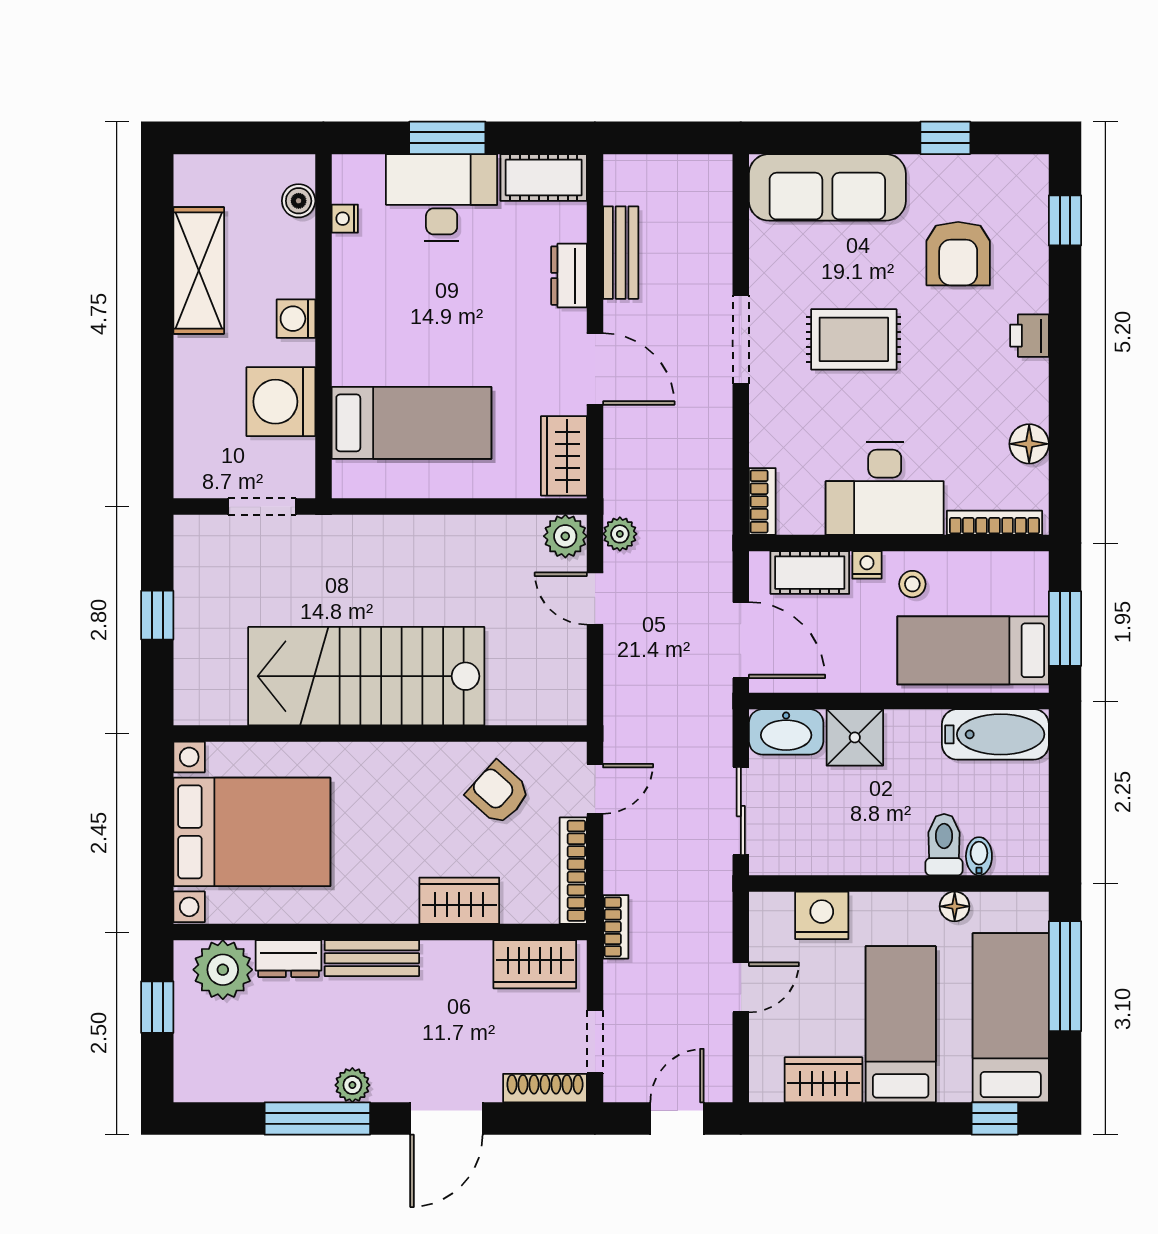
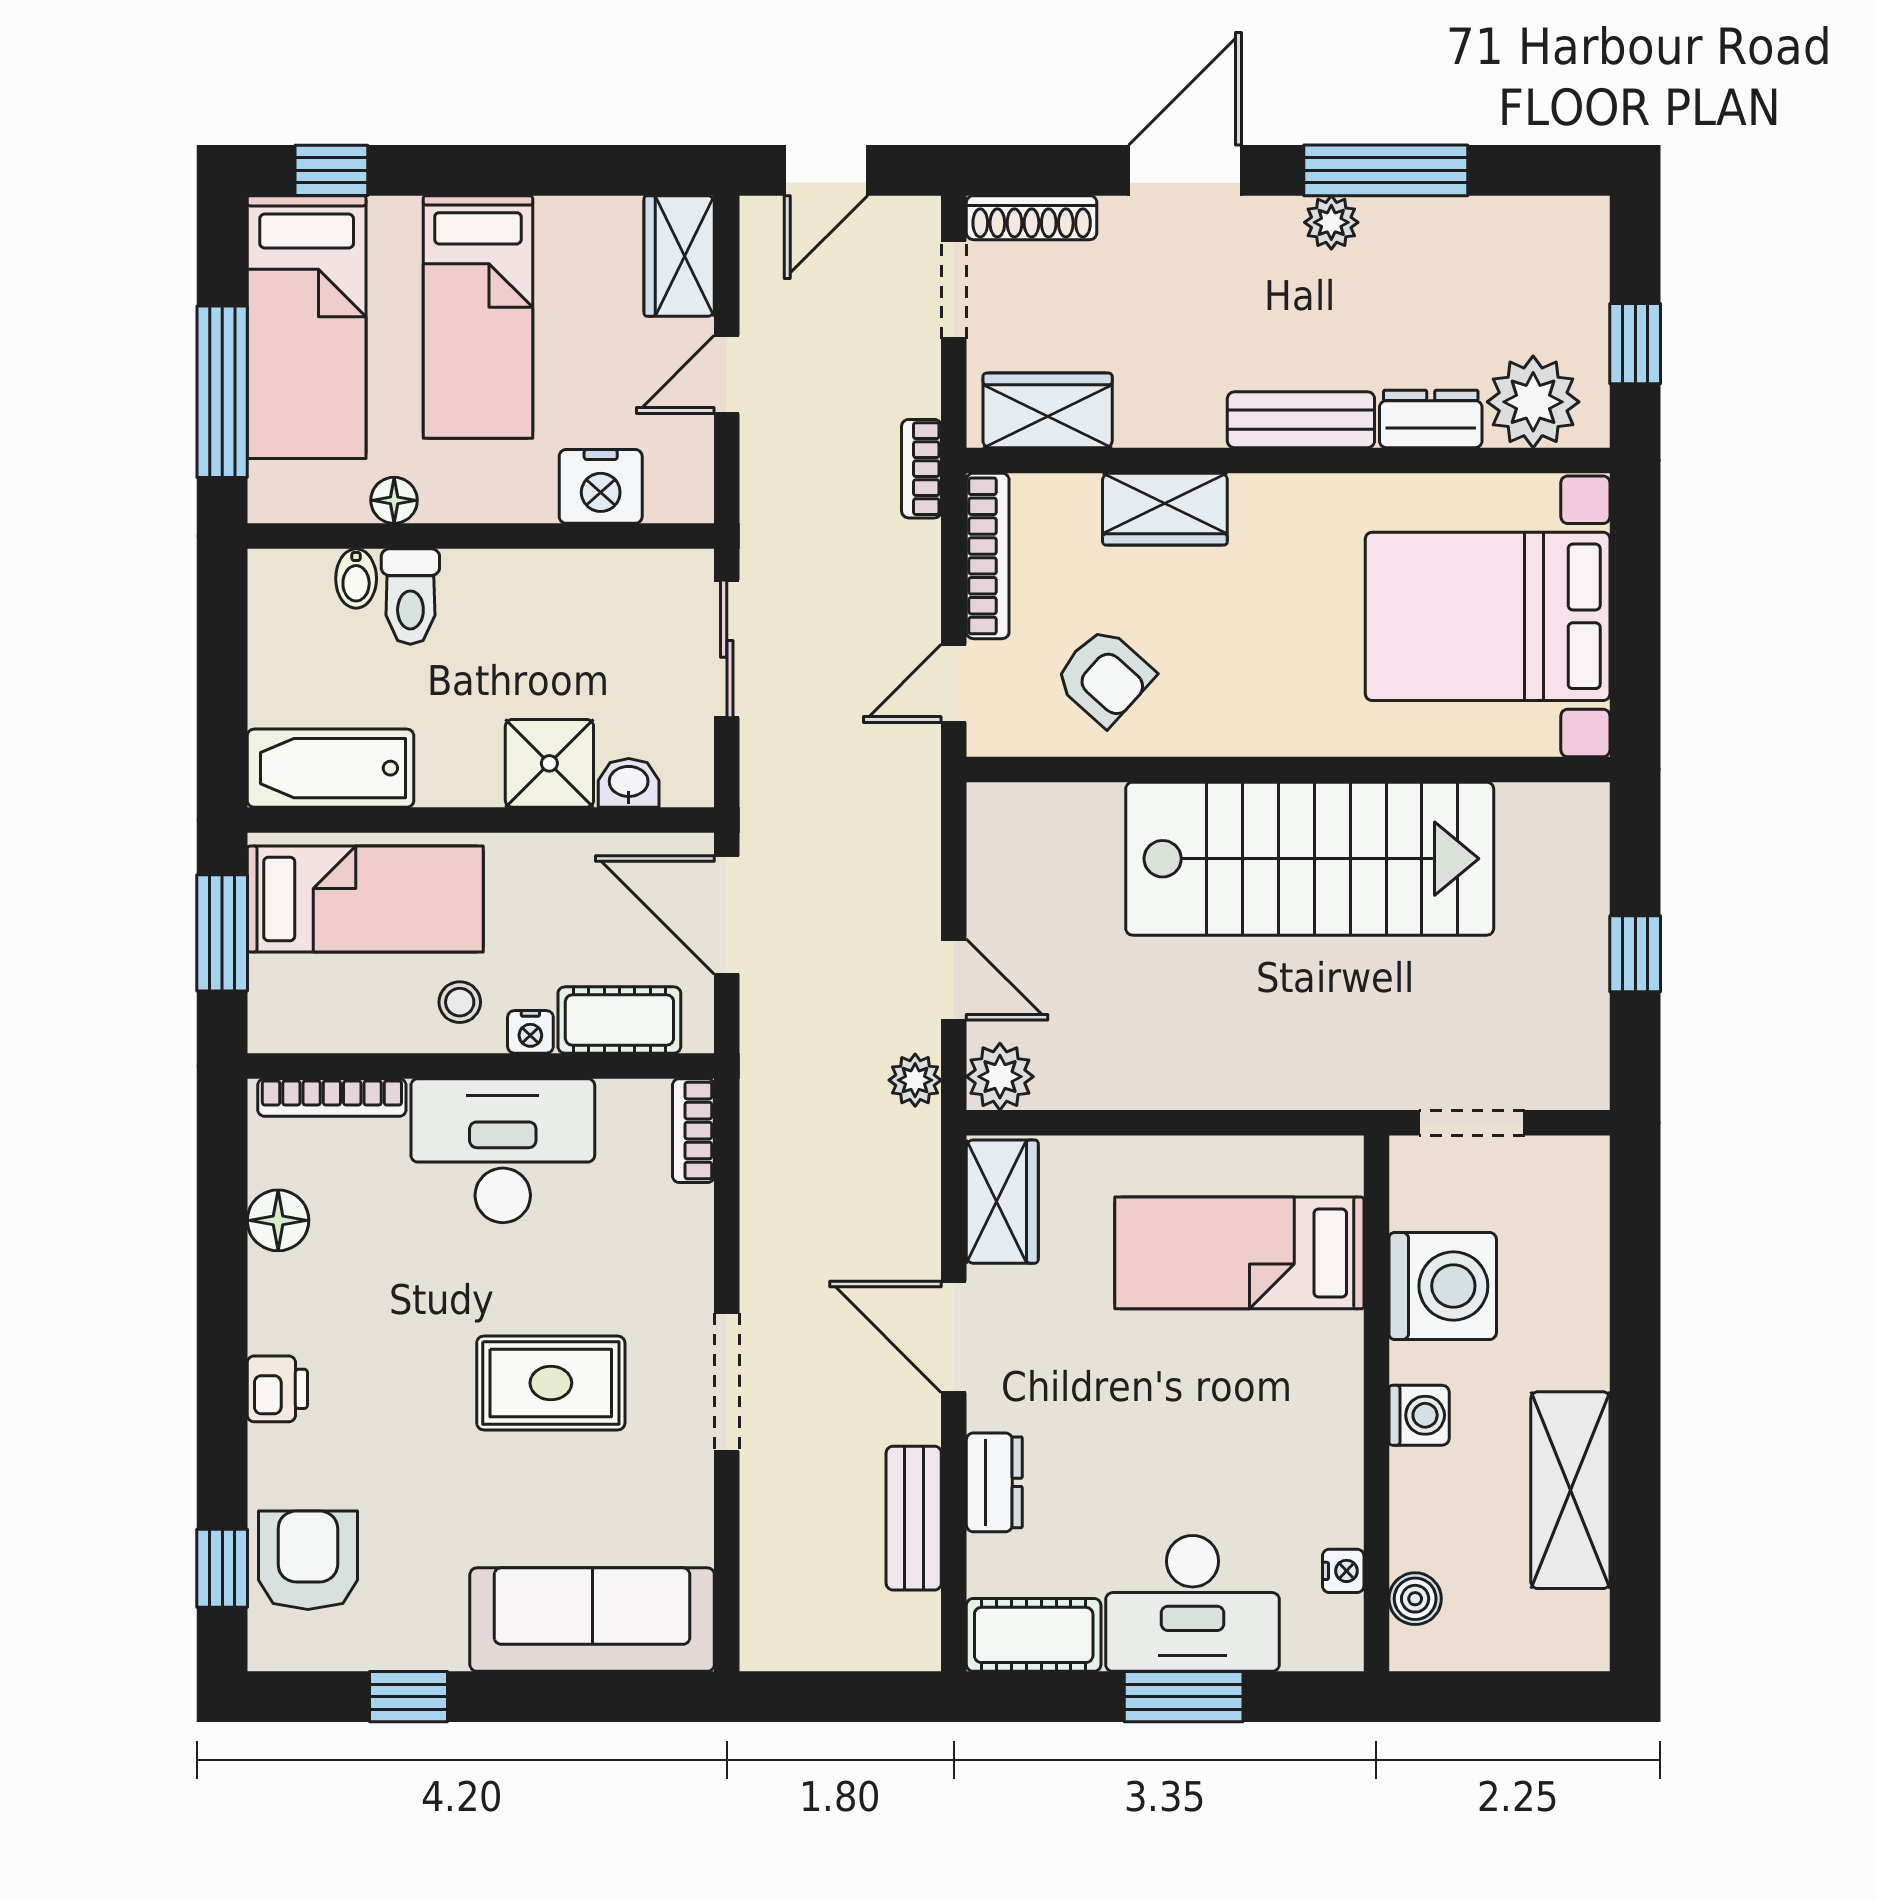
armchair: (958, 254) -> (308, 1560), moved
washbasin: (786, 732) -> (629, 783), width x0.52, depth x0.69
wardrobe: (823, 1080) -> (679, 256), moved, turned 90

